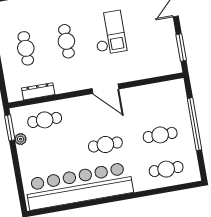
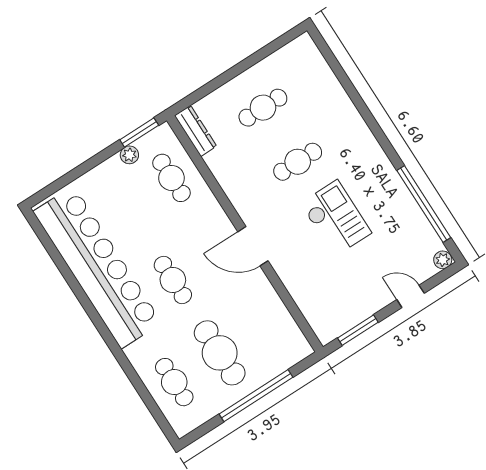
checkout: (109, 33) -> (336, 218), turned -90
door: (105, 89) -> (253, 246), hinge flipped
dresser: (38, 91) -> (196, 131), moved
cafe table: (160, 135) -> (220, 353), width x1.37, depth x1.35

